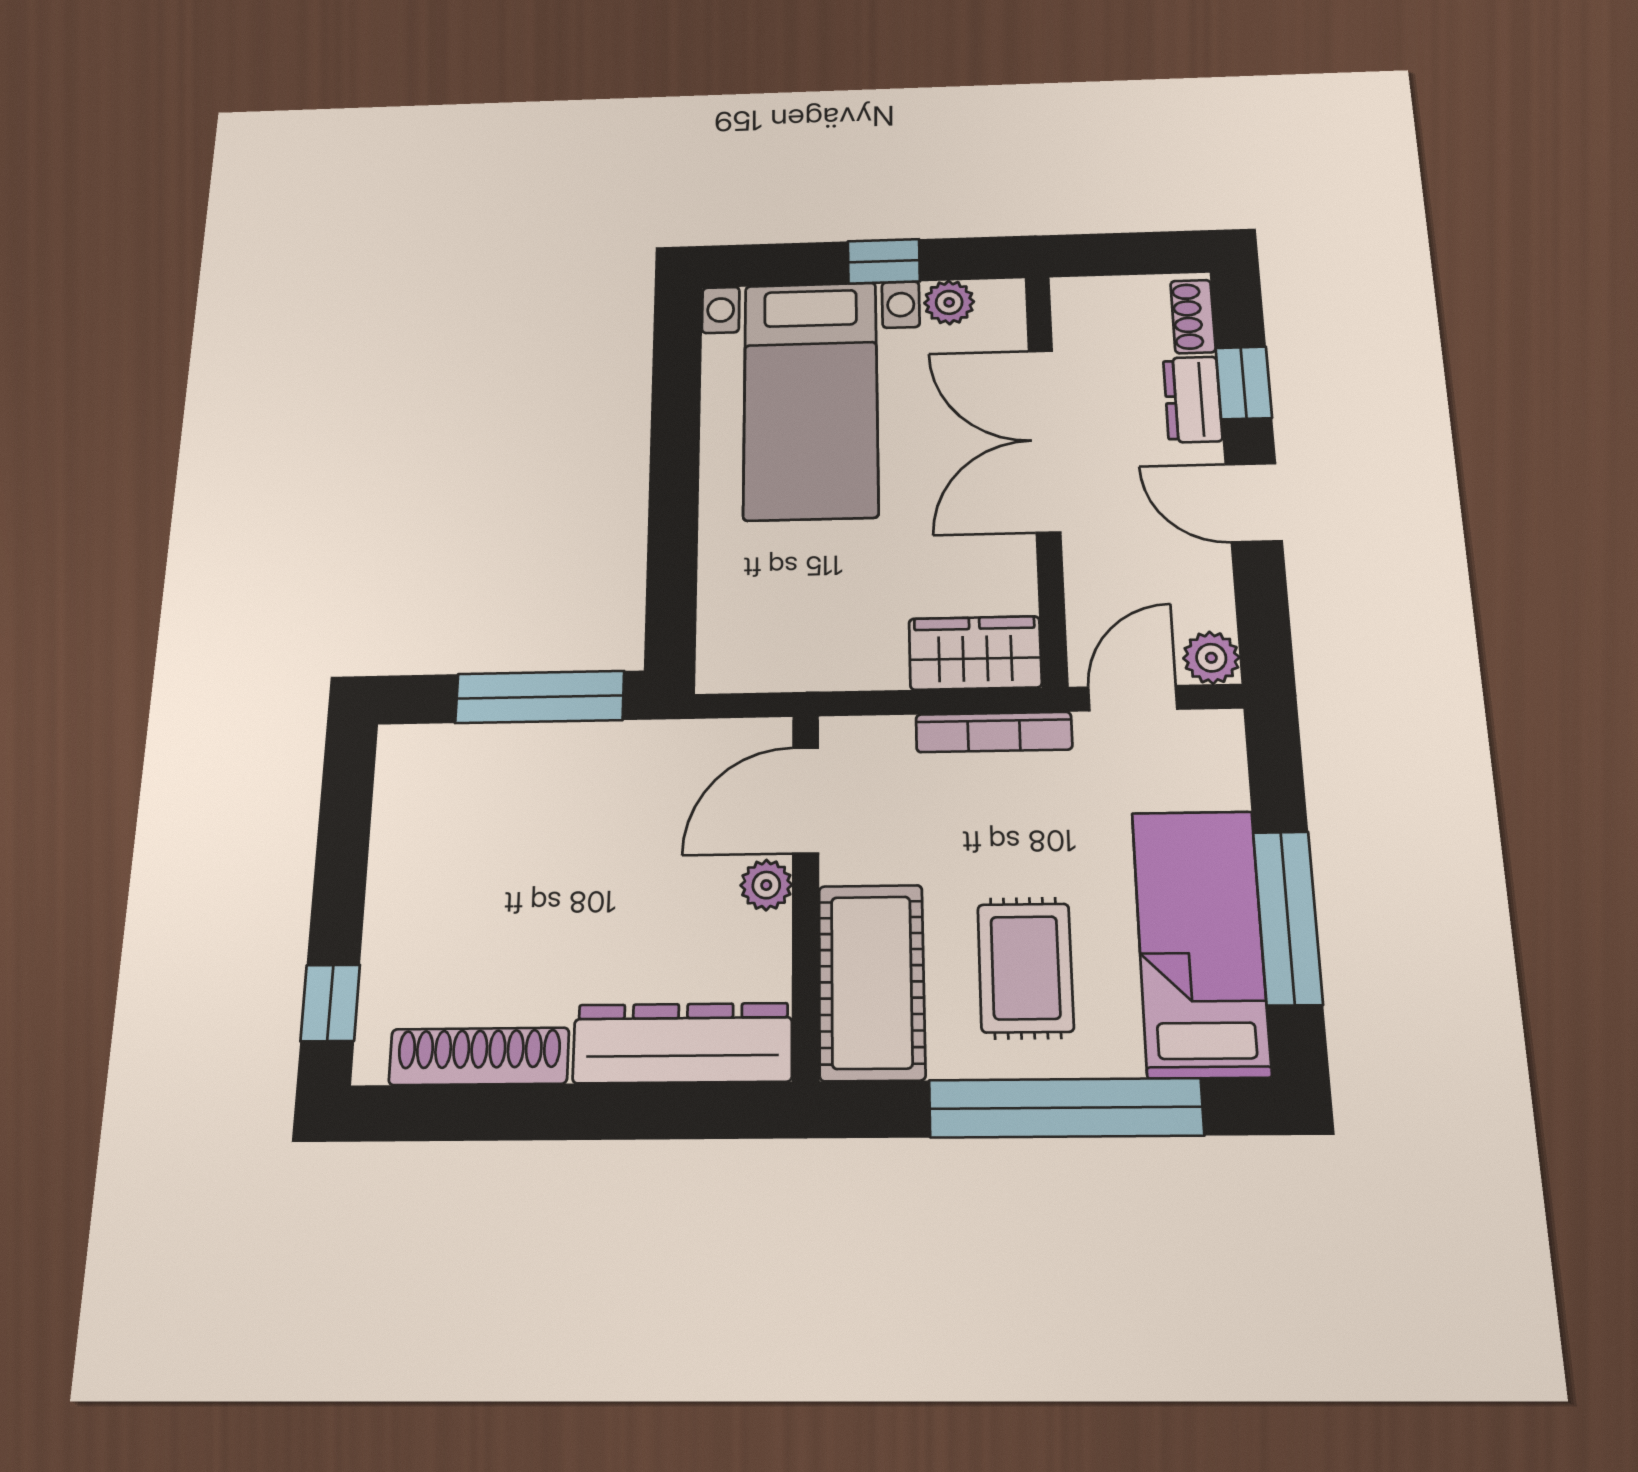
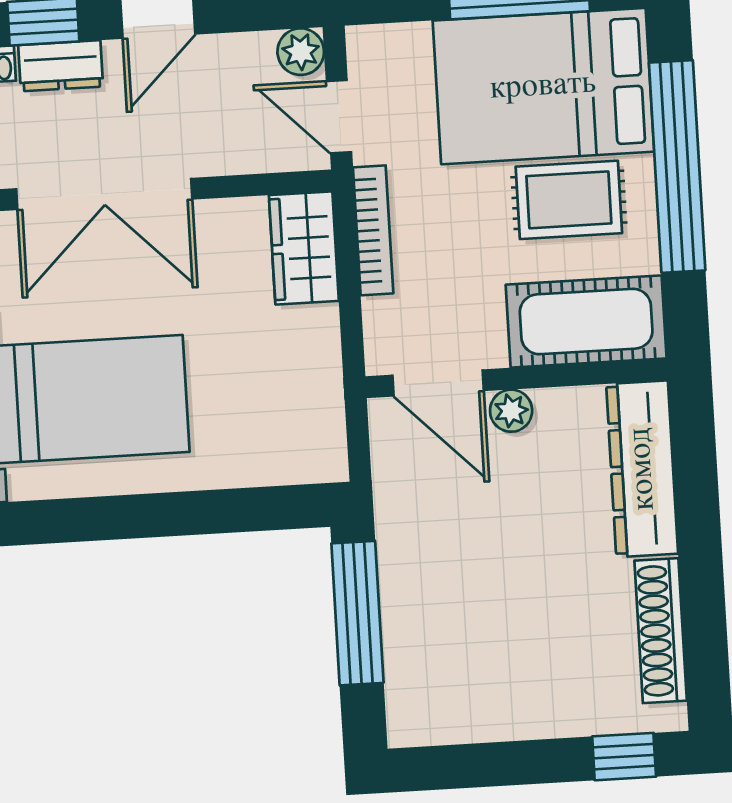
bed: (1200, 942) -> (543, 86), width x1.50

